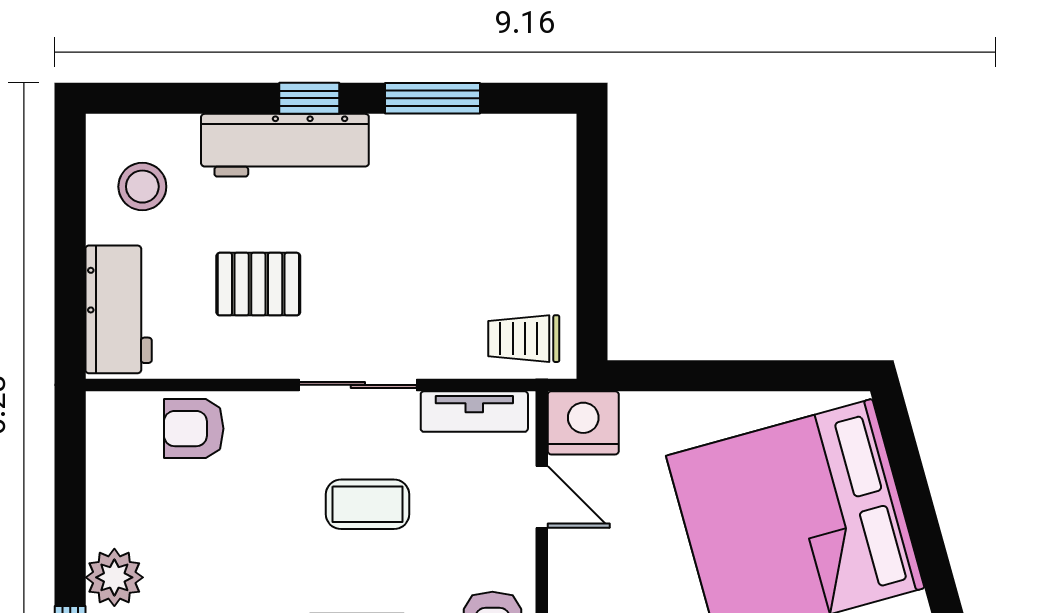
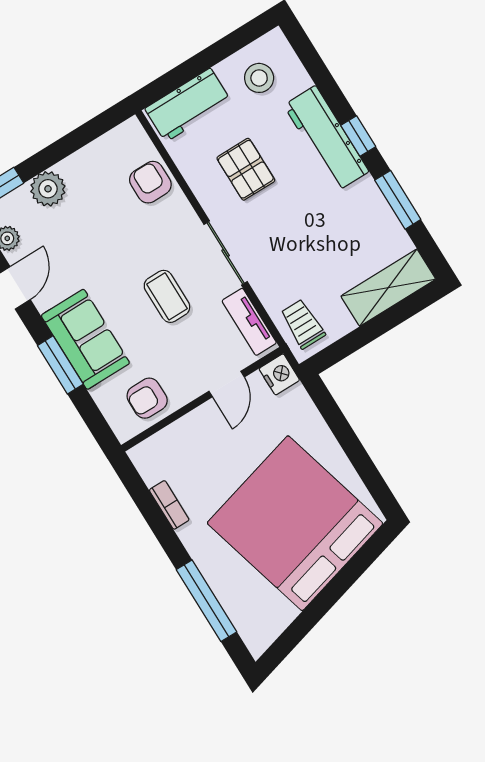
shelving: (547, 188) -> (388, 288), added
nightstand: (583, 423) -> (279, 374), width x0.74, depth x0.75

